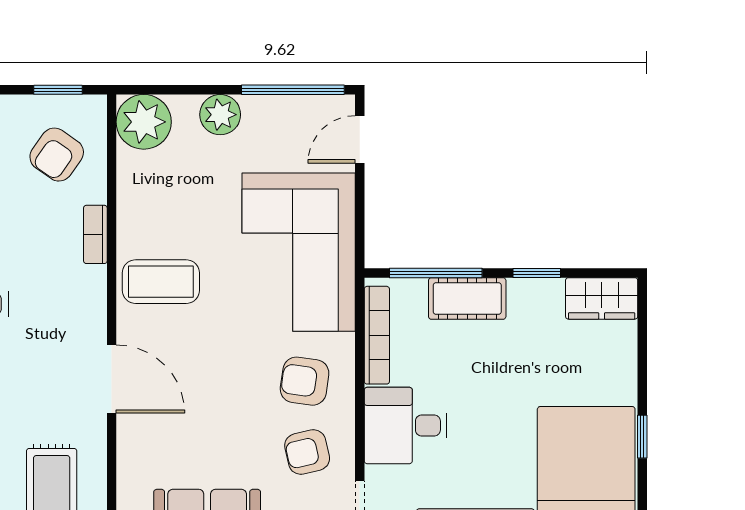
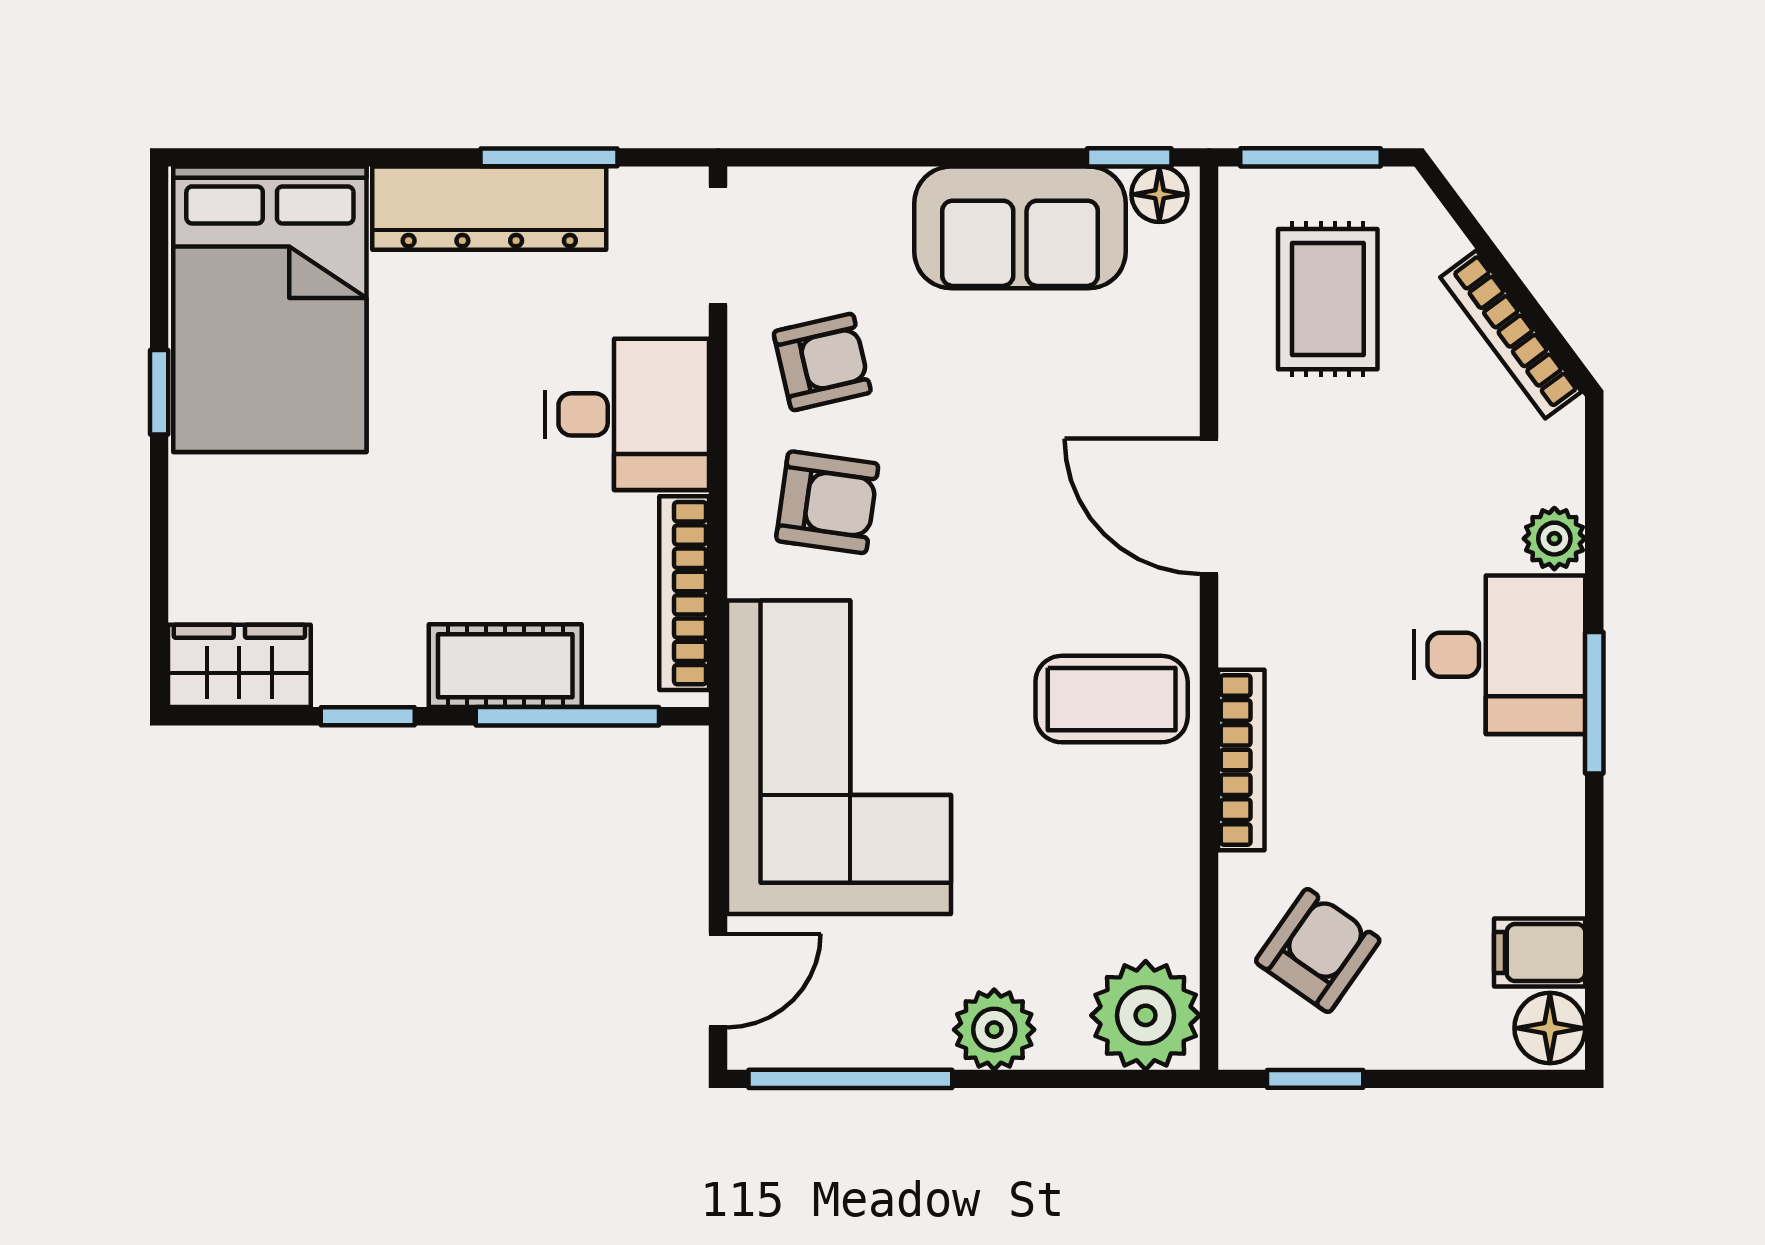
bookcase: (95, 234) -> (1241, 760), width x1.56

